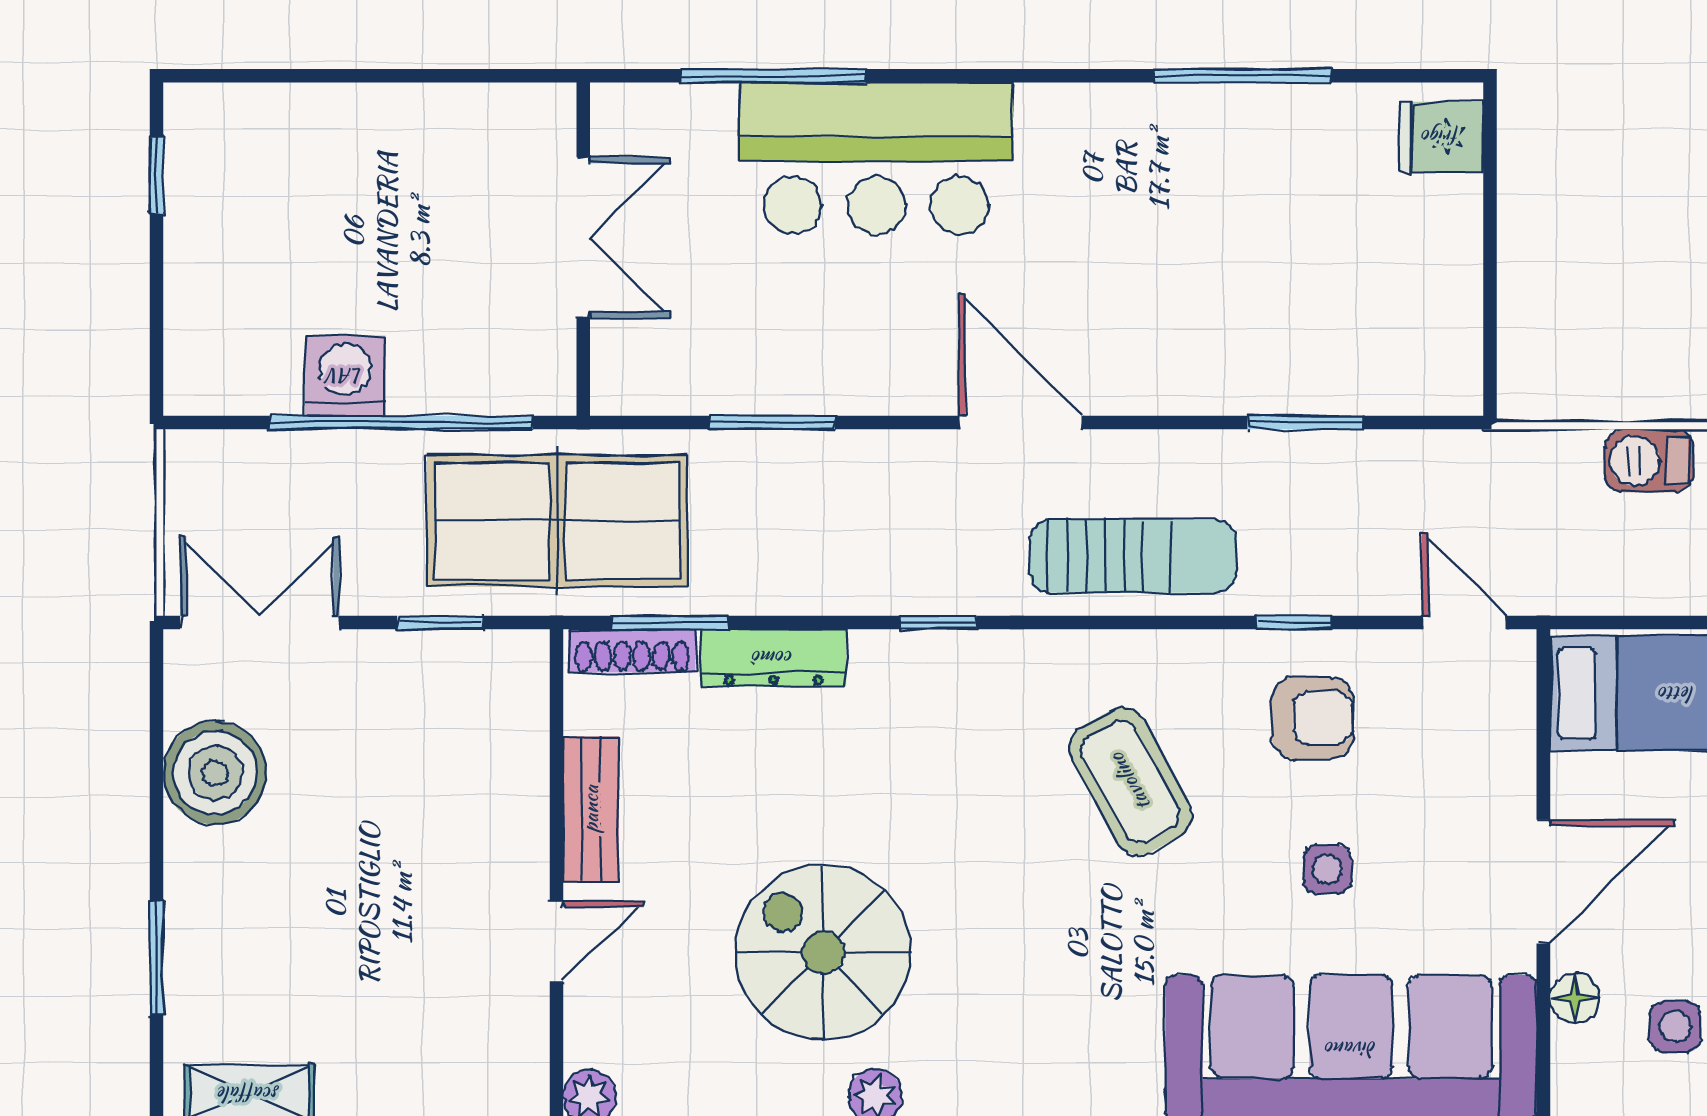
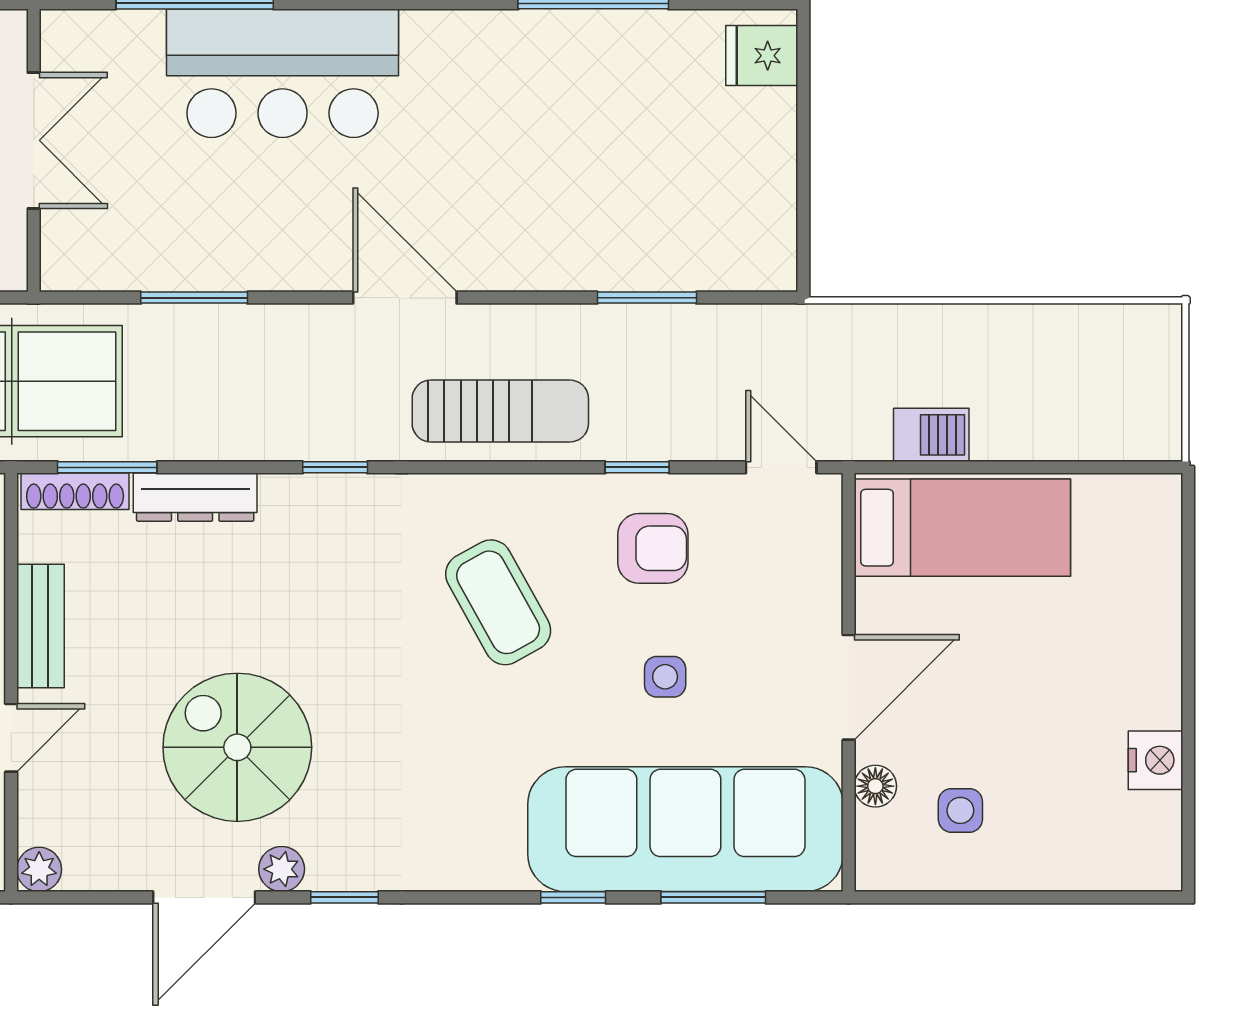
barbecue: (1649, 461) -> (931, 435), moved, turned 180

